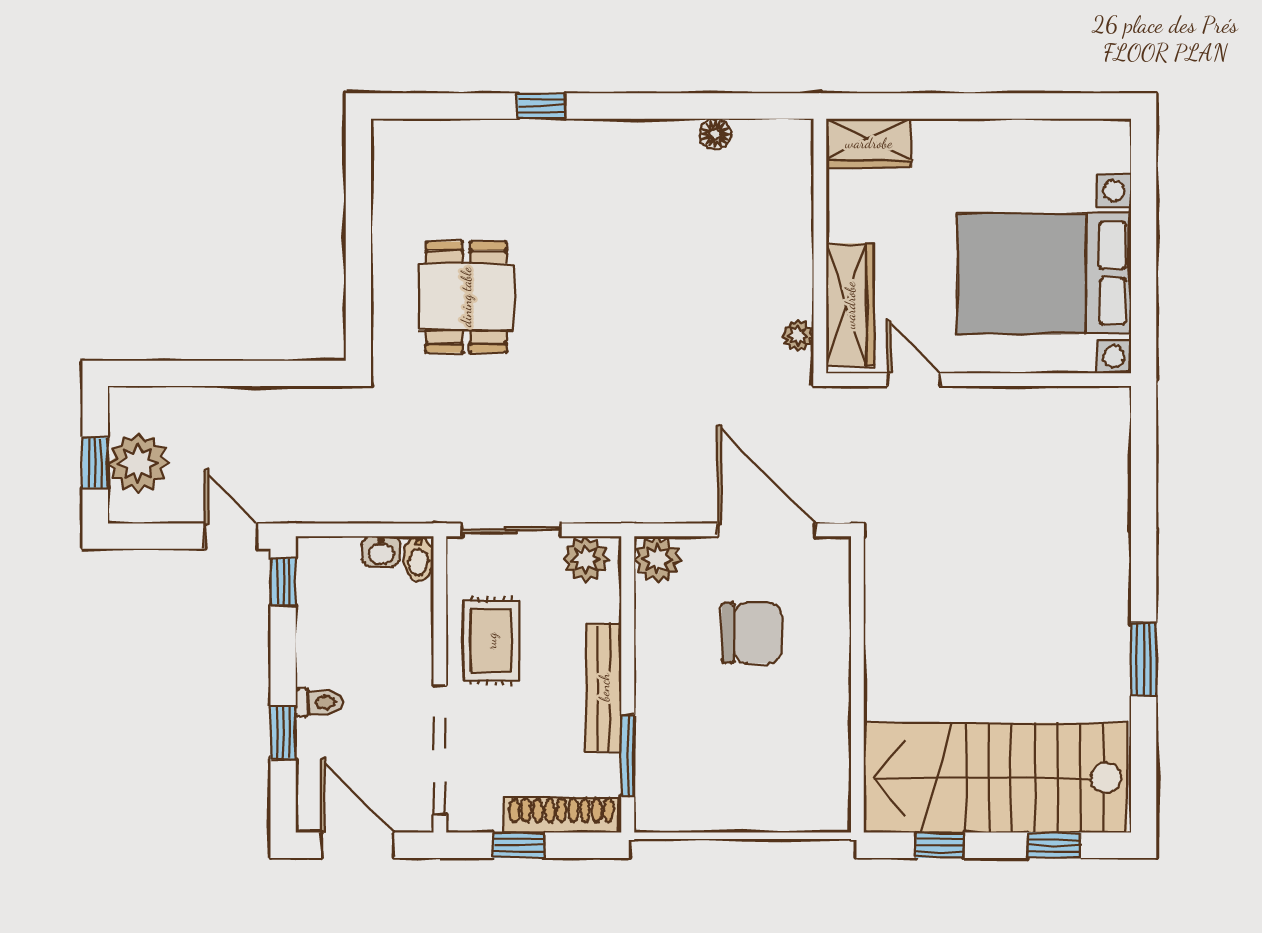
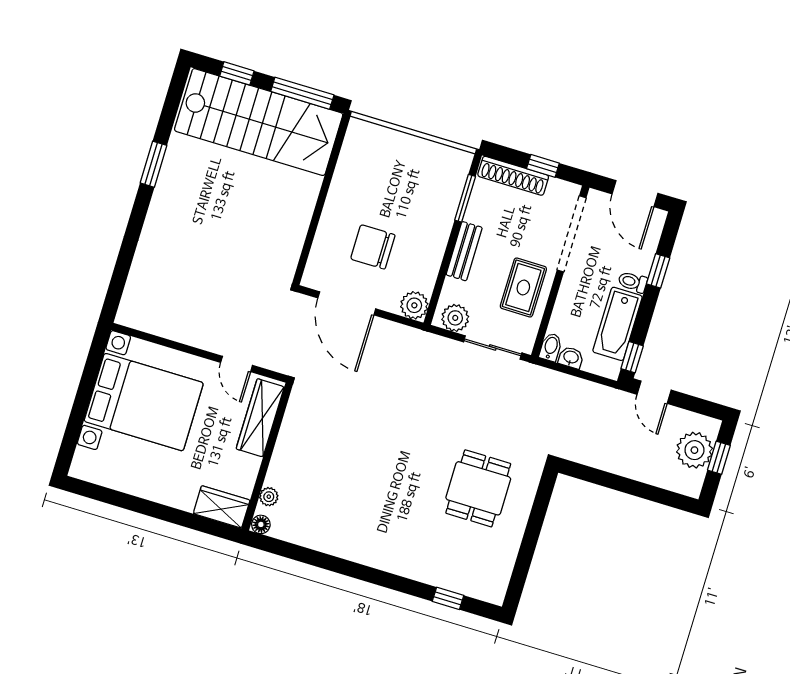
window: (541, 106) -> (448, 598), moved
floor lamp: (715, 134) -> (261, 524), moved
plant: (798, 336) -> (269, 497), moved
bathtub: (323, 628) -> (617, 324), added
bench: (604, 687) -> (464, 251), width x0.73
window: (939, 845) -> (302, 93), width x2.17

